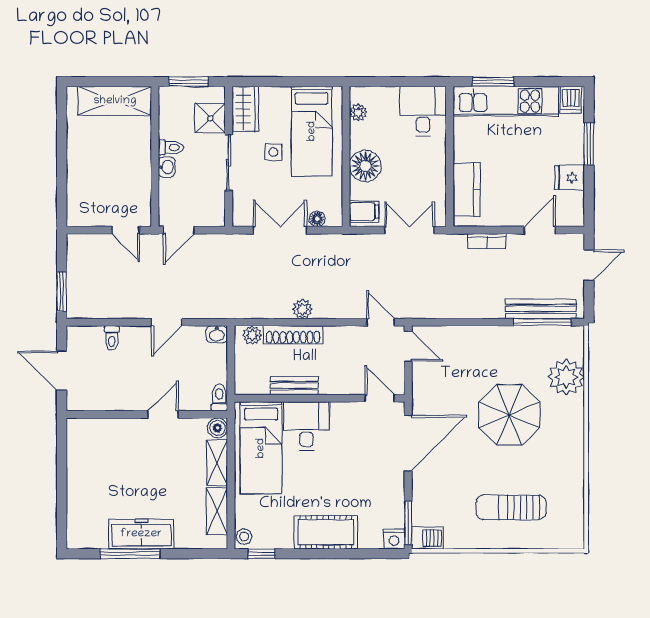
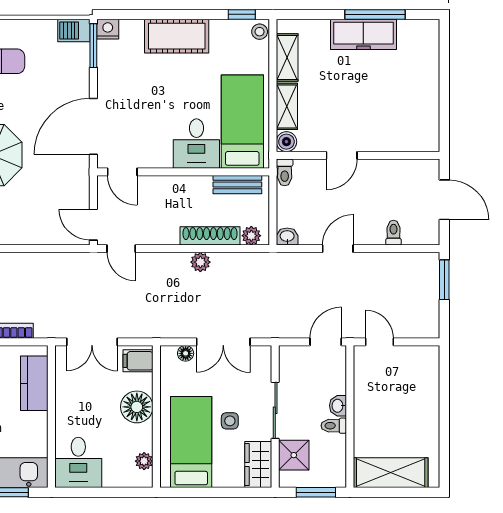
bench: (294, 386) -> (237, 185), moved

